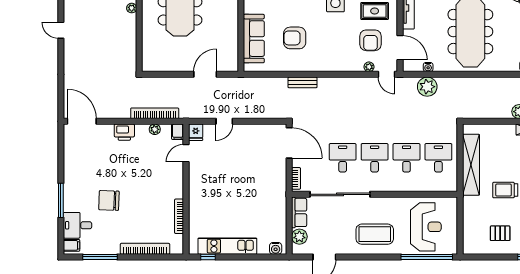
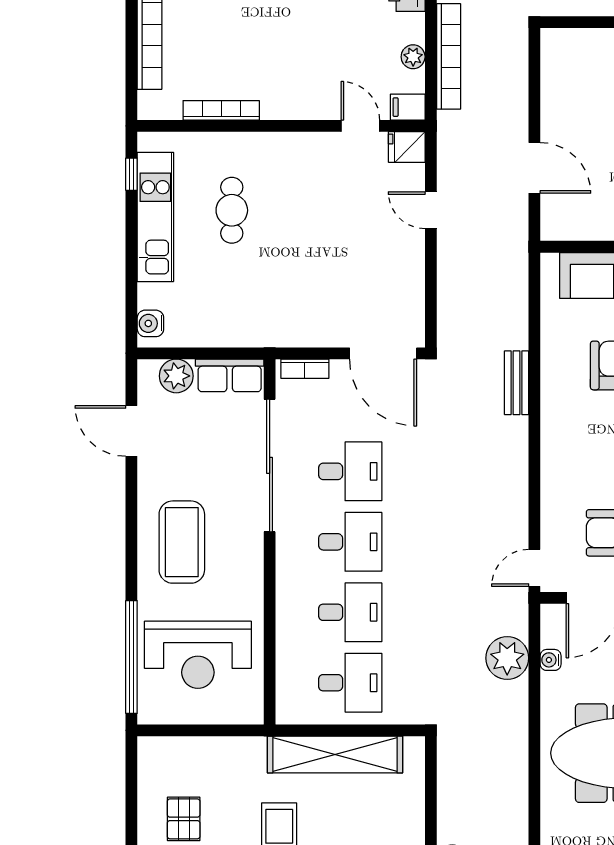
plant: (369, 67) -> (551, 529), removed
door: (289, 143) -> (383, 353), hinge flipped
cafe table: (224, 211) -> (232, 210), added

